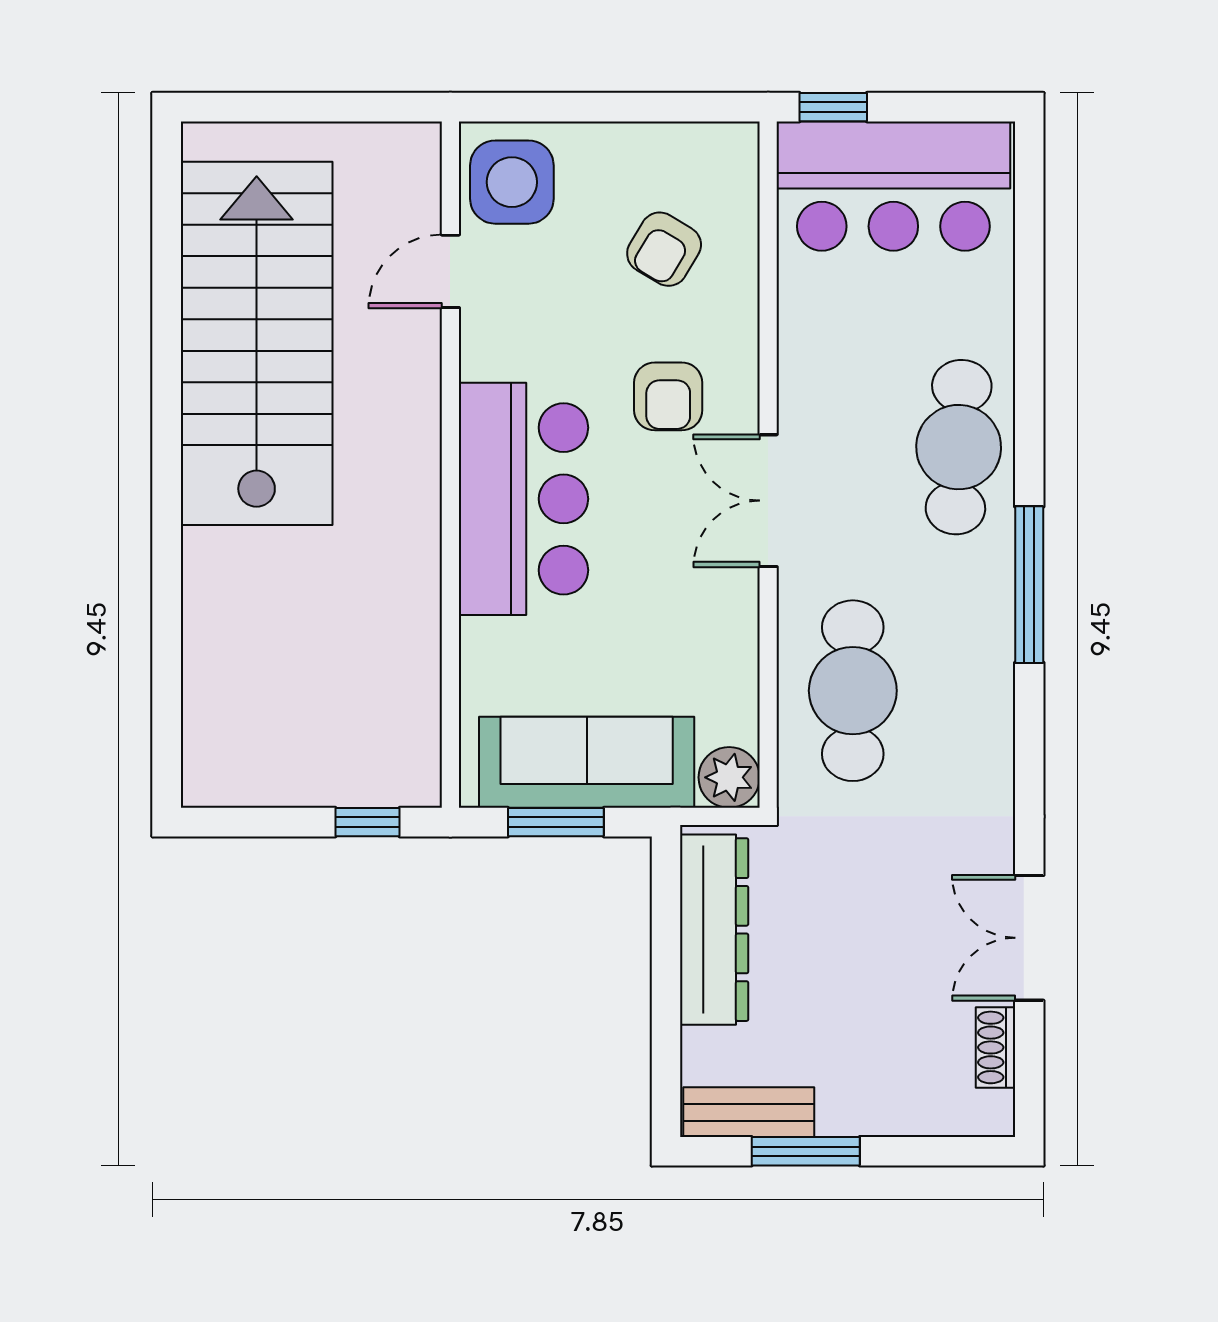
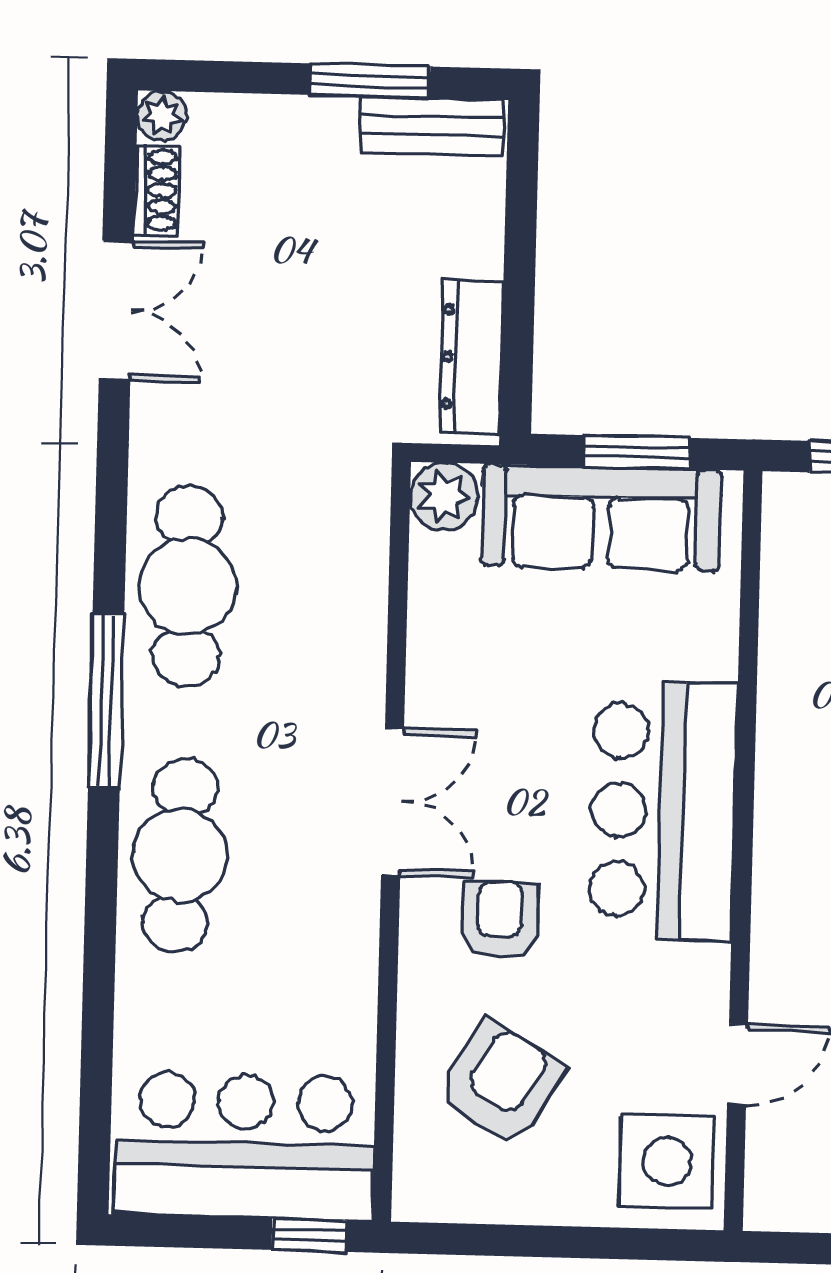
armchair: (664, 249) -> (500, 1083), width x1.38, depth x1.38
cafe table: (853, 691) -> (188, 586), moved
dresser: (714, 930) -> (471, 357), width x0.73, depth x0.80
plant: (993, 1115) -> (162, 116), added

